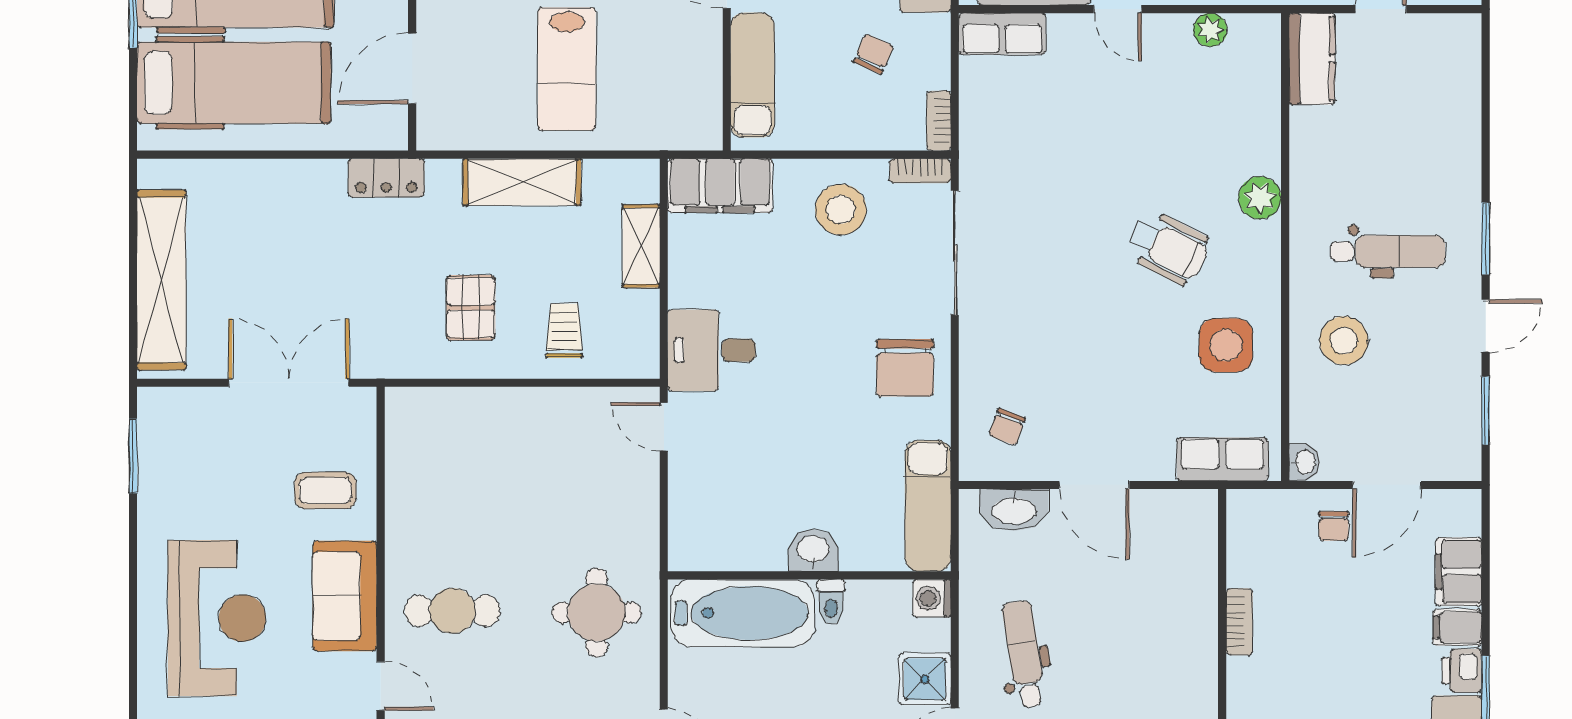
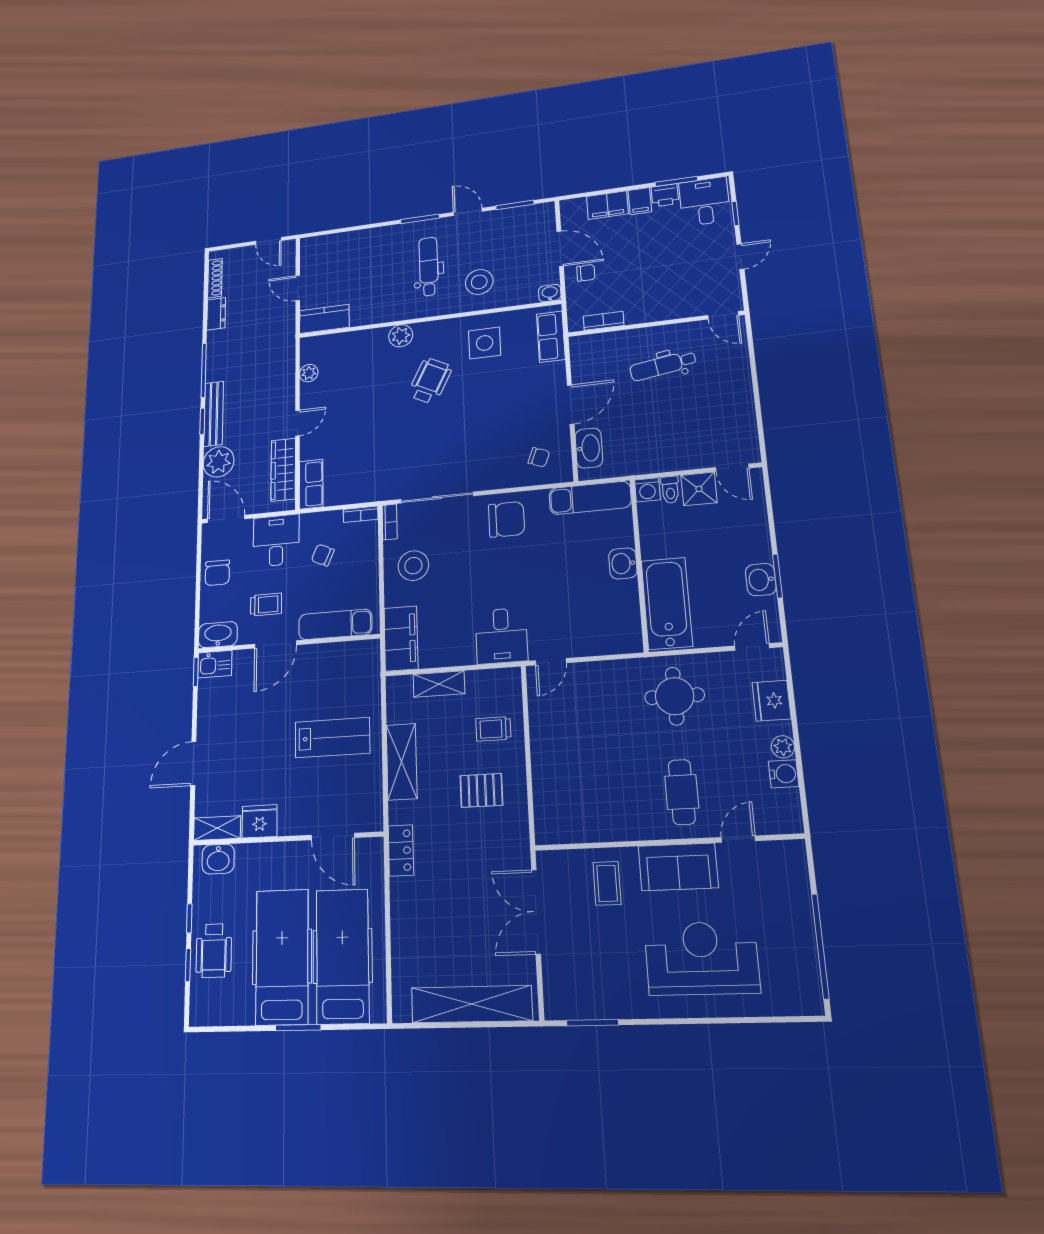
toilet: (831, 602) -> (670, 490), moved, turned 90
bookcase: (1239, 622) -> (604, 321), moved
dental chair: (1024, 654) -> (663, 366), moved

